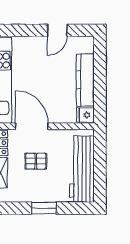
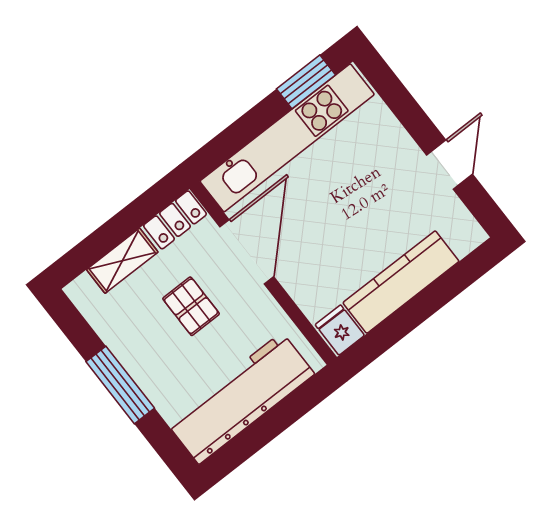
door: (57, 30) -> (450, 165), swing flipped
window: (44, 208) -> (120, 385), width x1.44

